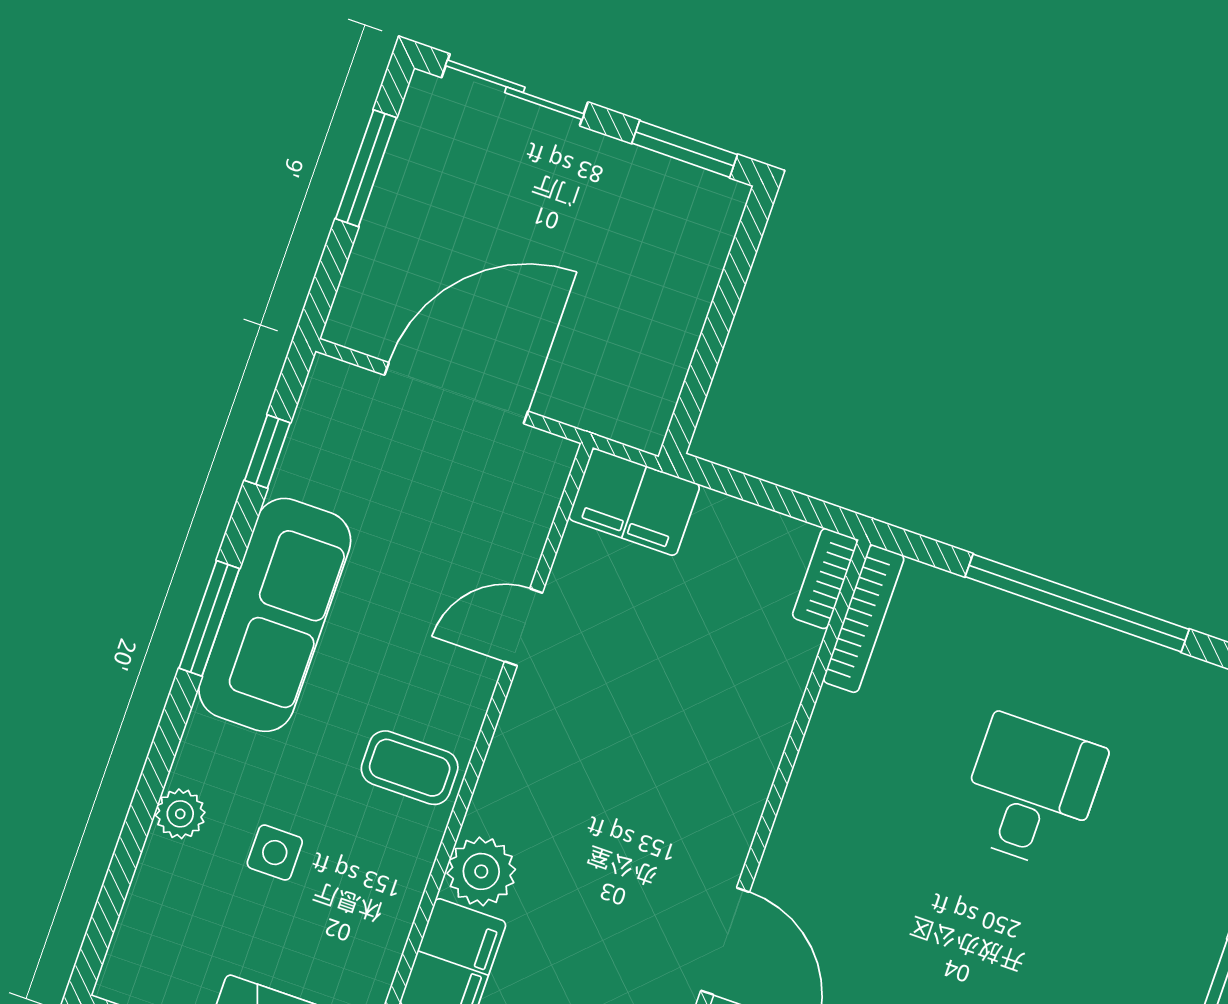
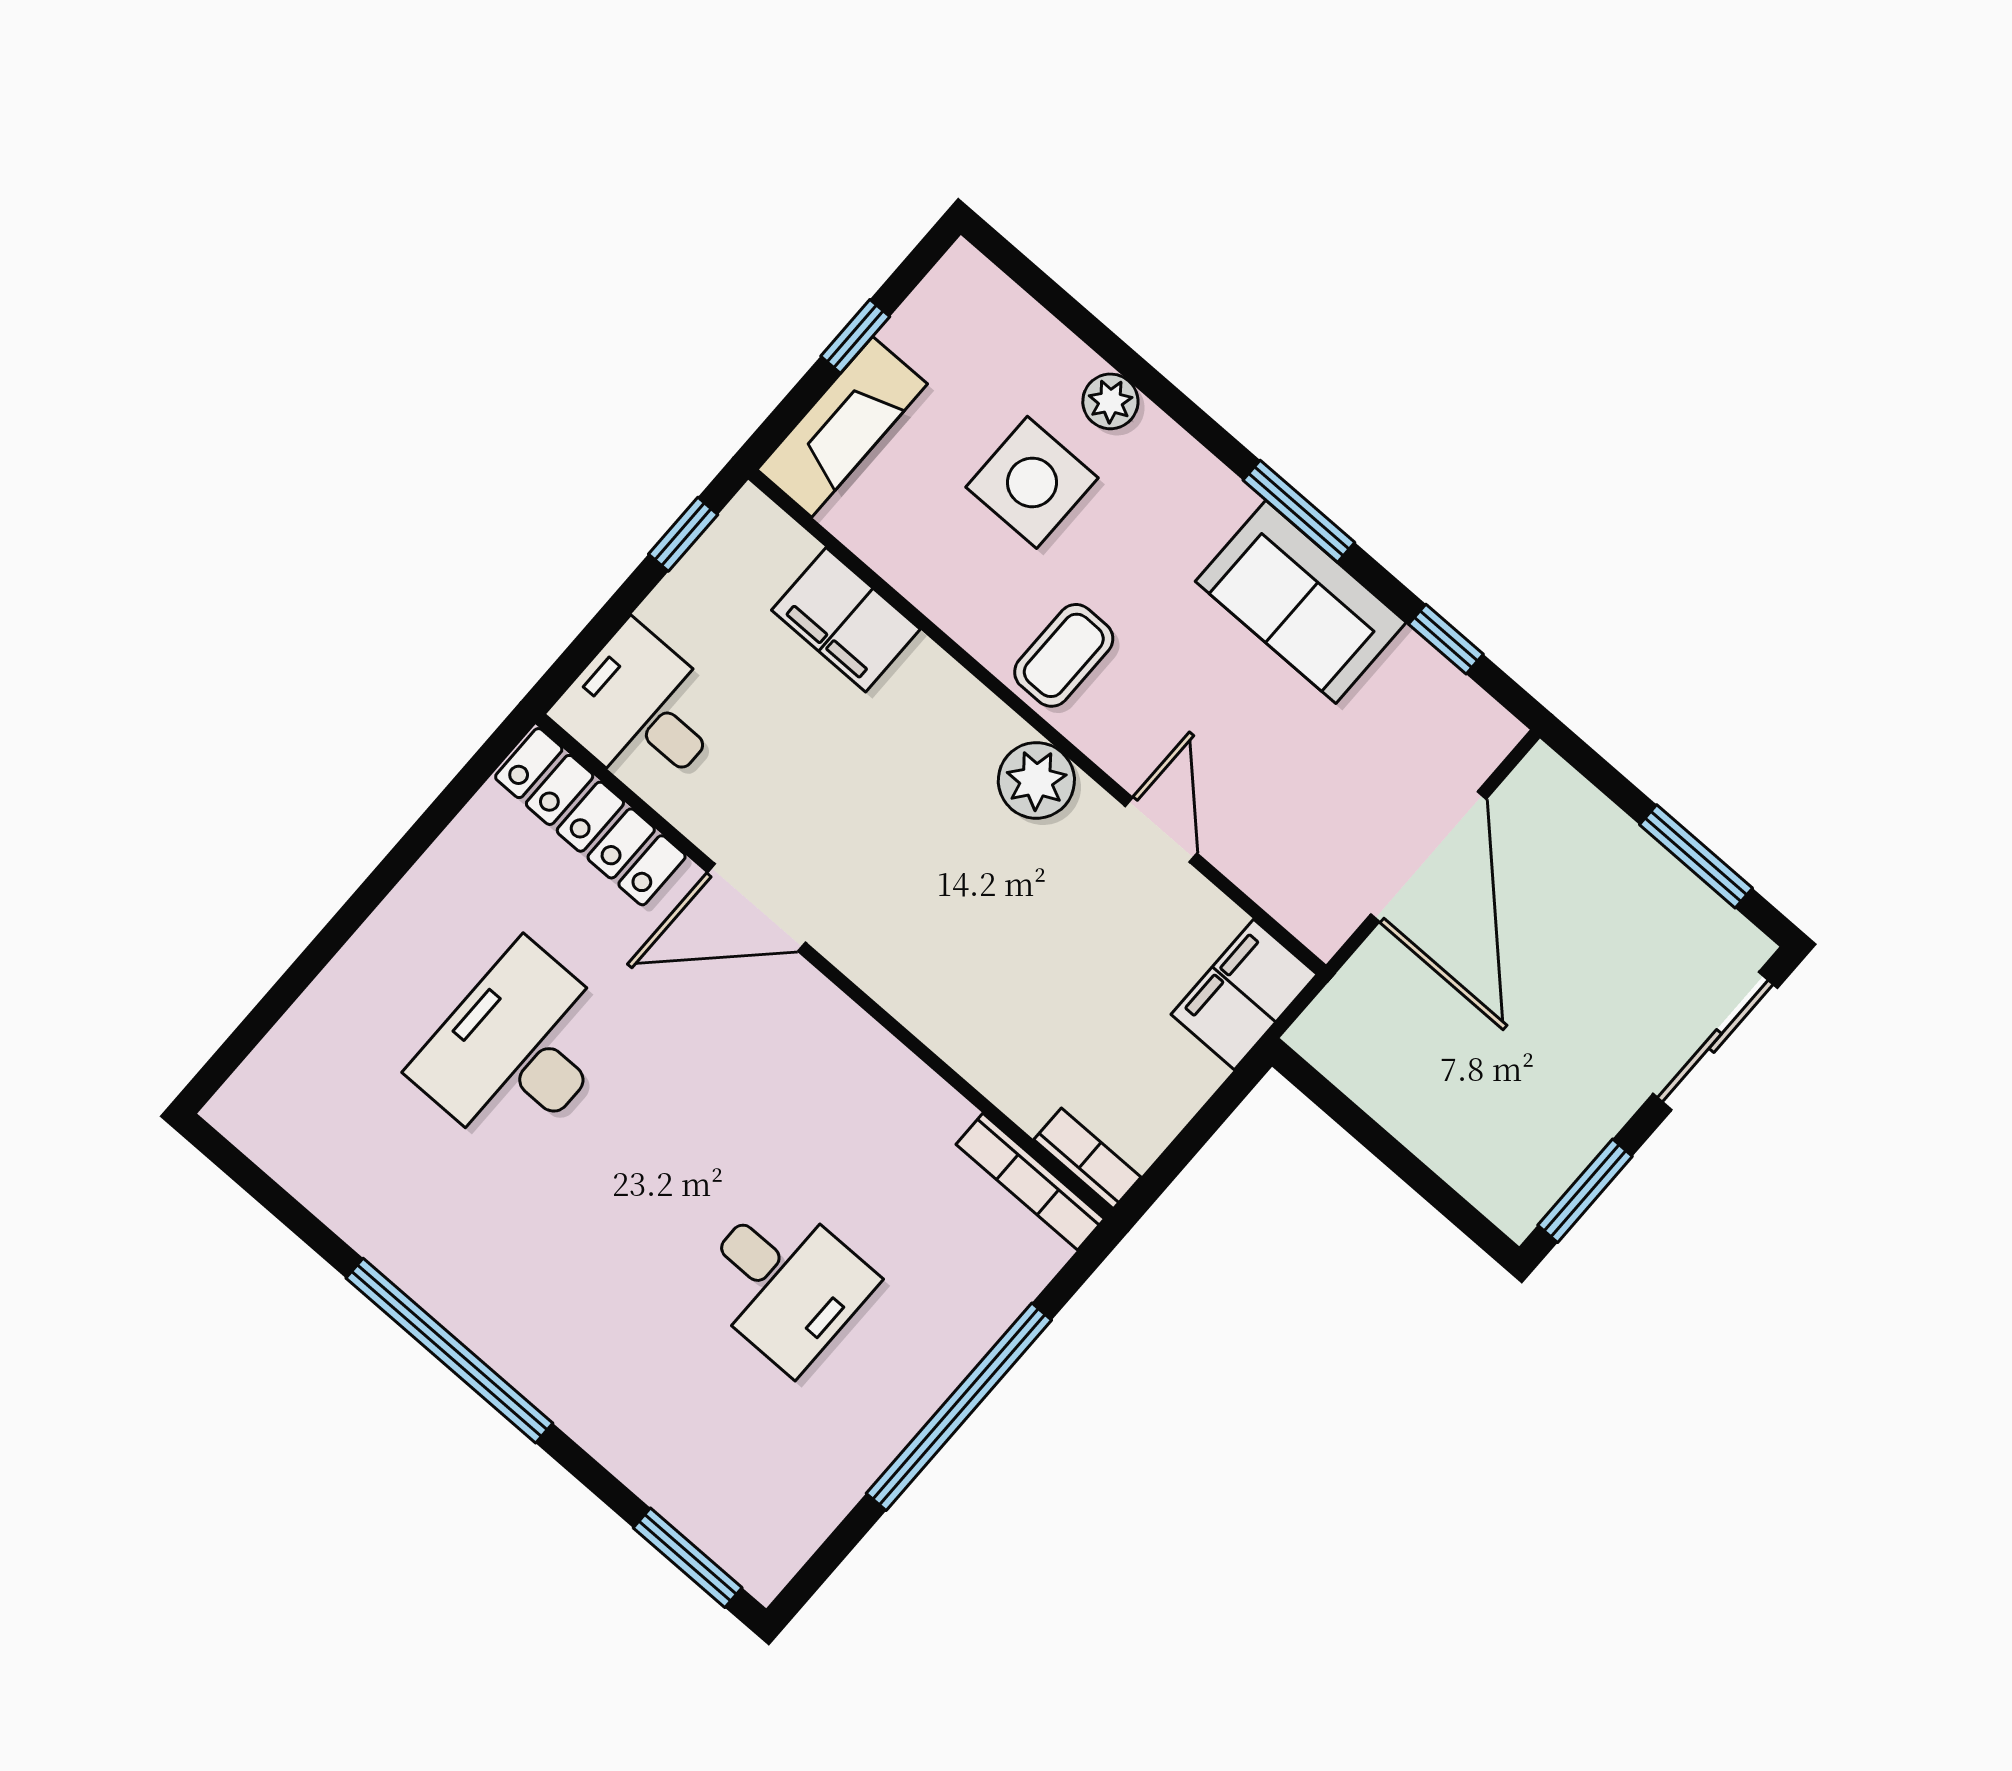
sofa: (275, 615) -> (1301, 602), width x0.73
side table: (275, 853) -> (1032, 482), width x1.87, depth x1.87
plant: (481, 871) -> (1036, 780), moved

